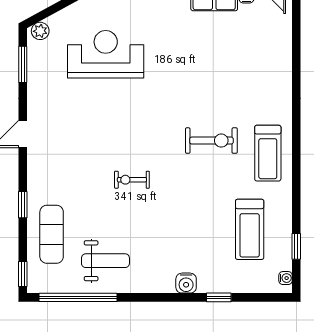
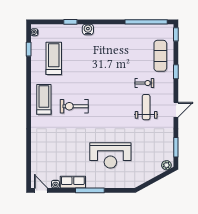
reception desk: (106, 54) -> (110, 155), moved
exercise bike: (132, 180) -> (144, 83), moved
weight bench: (105, 261) -> (146, 107), moved, turned 90

